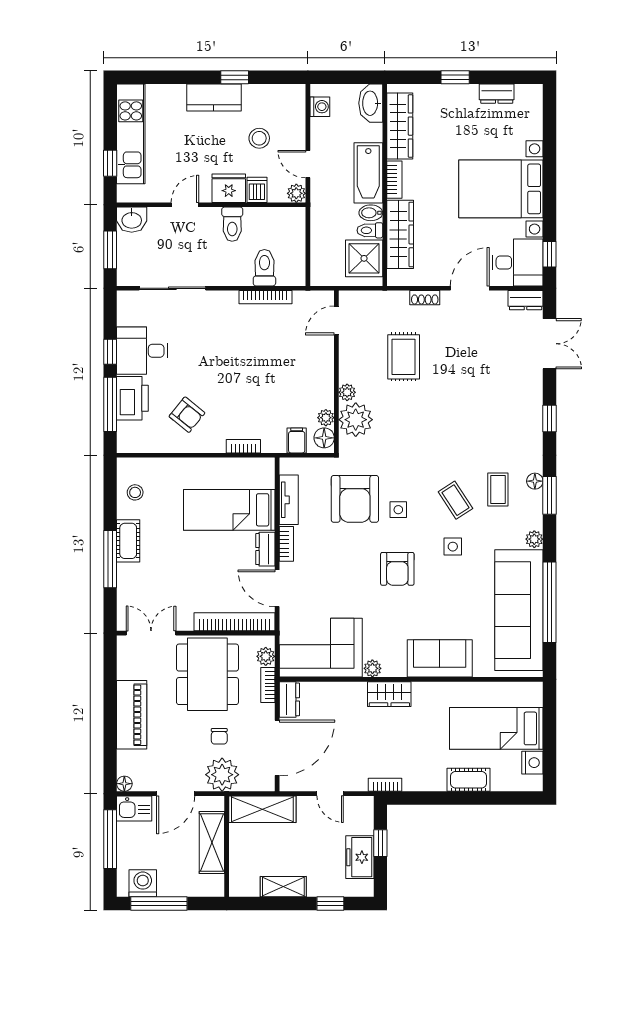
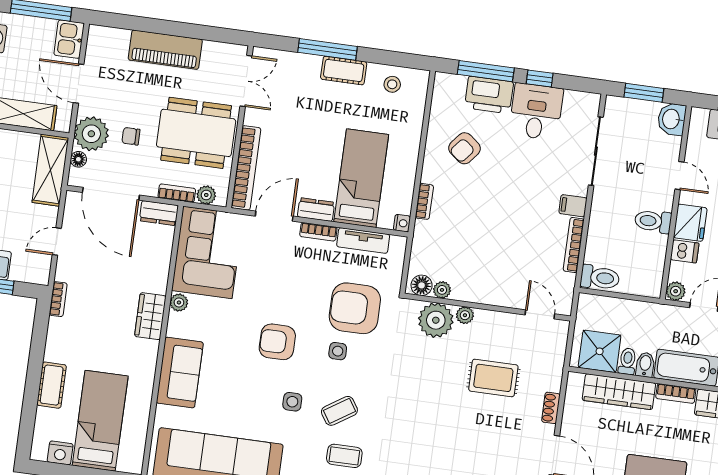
toilet: (264, 268) -> (600, 278), moved
filing cabinet: (297, 440) -> (573, 206), moved, turned 180
nightstand: (267, 465) -> (402, 223), added
floor lamp: (124, 784) -> (78, 159), moved

